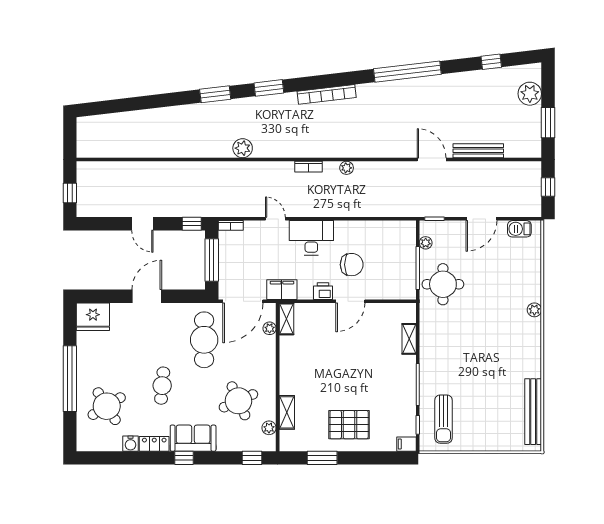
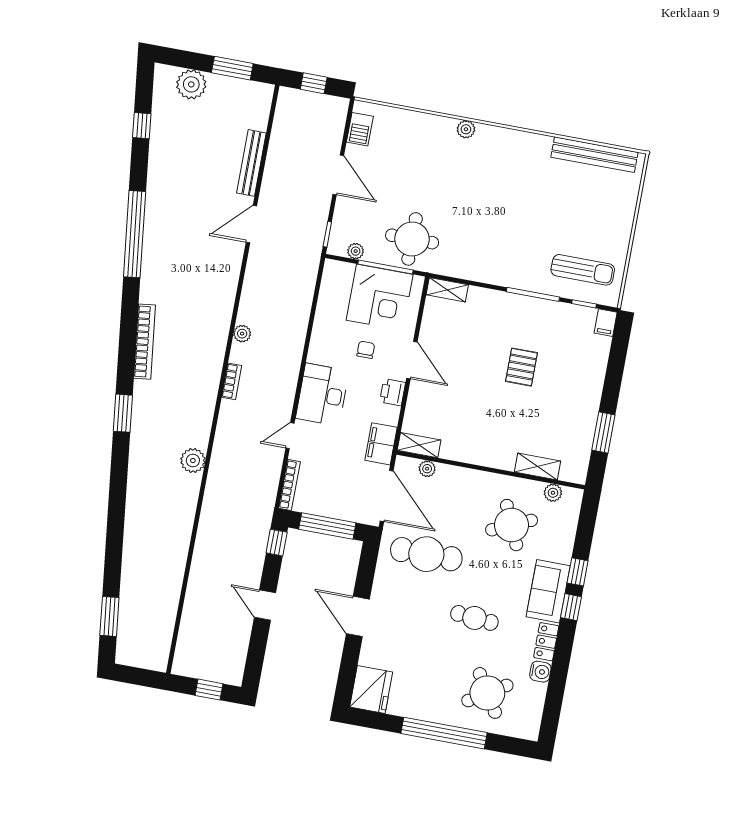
window: (215, 94) -> (109, 616), moved
door: (142, 224) -> (265, 605), swing flipped
bookcase: (231, 225) -> (289, 485), width x1.56
chair: (352, 265) -> (366, 350), width x0.54, depth x0.54
corner desk: (394, 268) -> (380, 297), added
shelving: (409, 339) -> (447, 290), moved
pallet: (349, 425) -> (522, 367), moved, width x0.67, depth x0.71
window: (252, 458) -> (578, 572), moved

